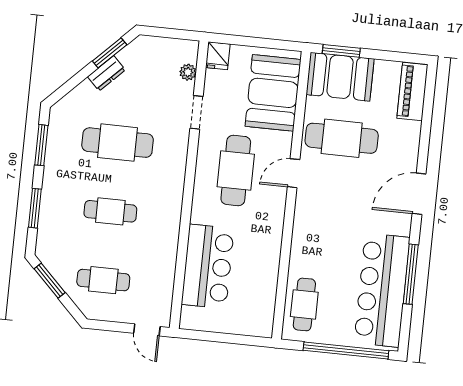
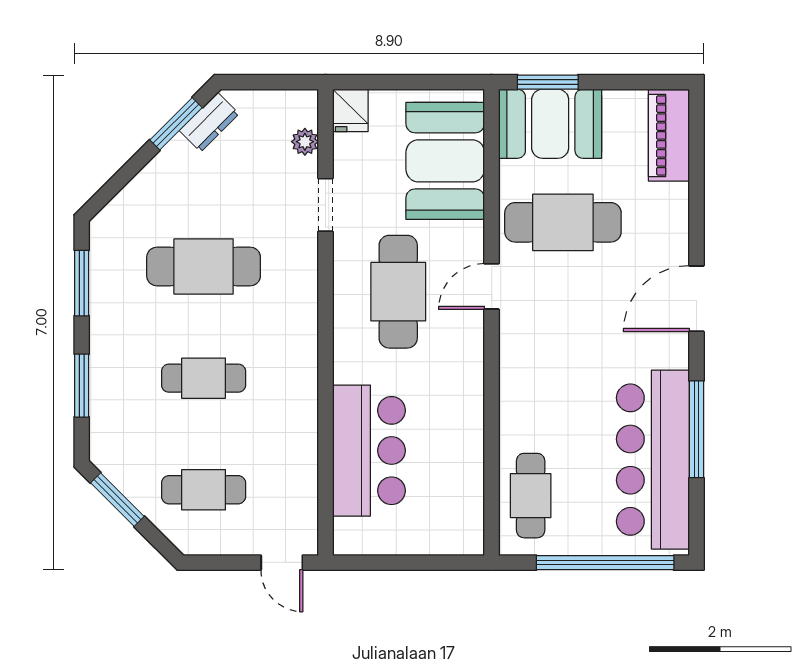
dresser: (106, 73) -> (209, 122), moved

